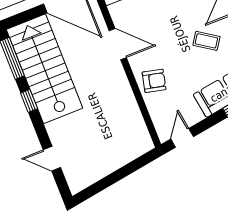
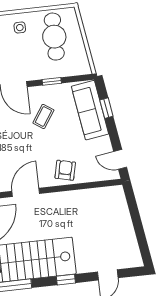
window: (29, 101) -> (66, 280), moved

